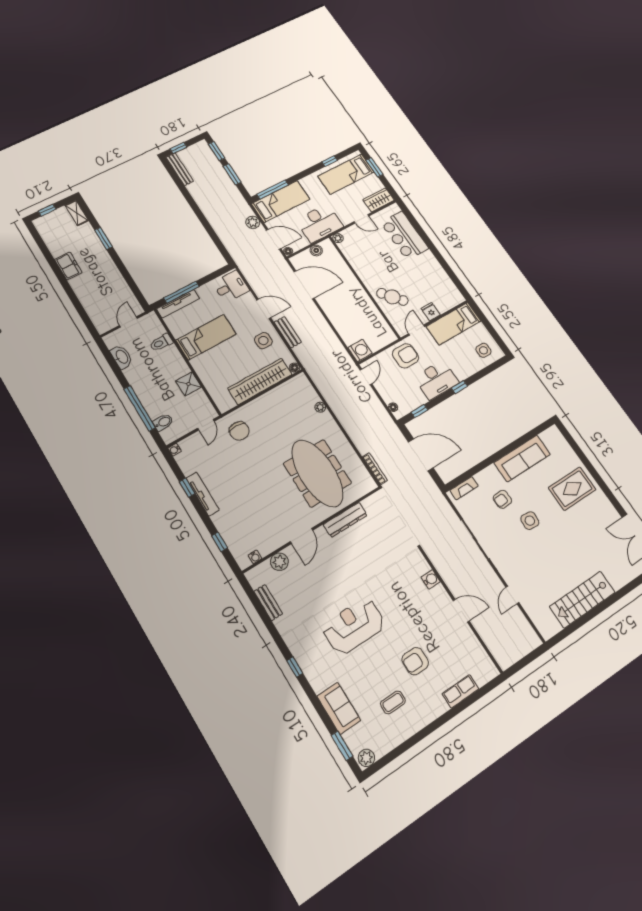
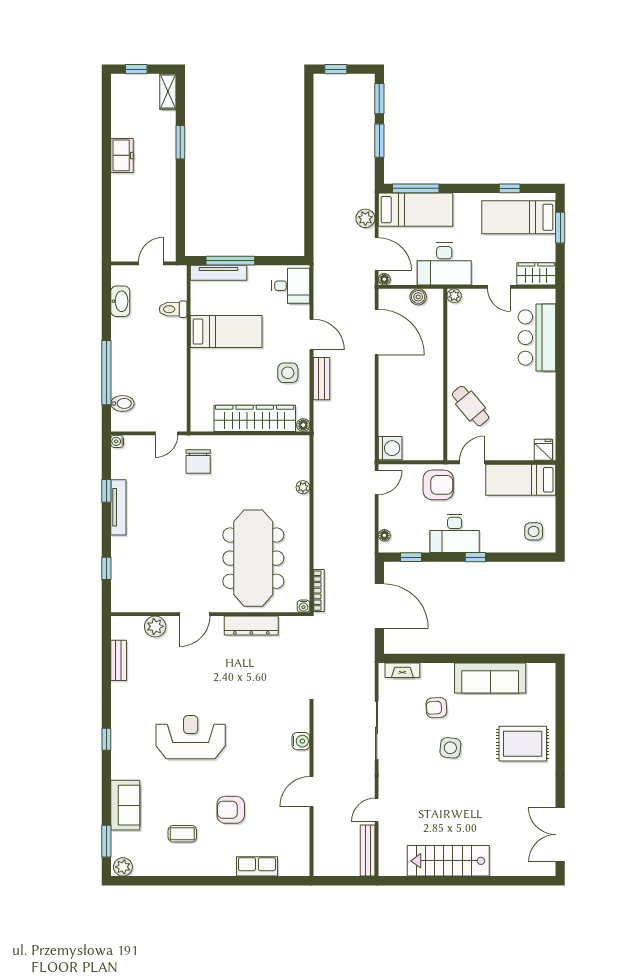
bench: (180, 169) -> (368, 851), moved
fridge: (431, 312) -> (543, 450), moved
shower: (188, 384) -> (175, 376), removed
water cooler: (255, 557) -> (303, 606), moved
door: (461, 611) -> (312, 792), swing flipped

